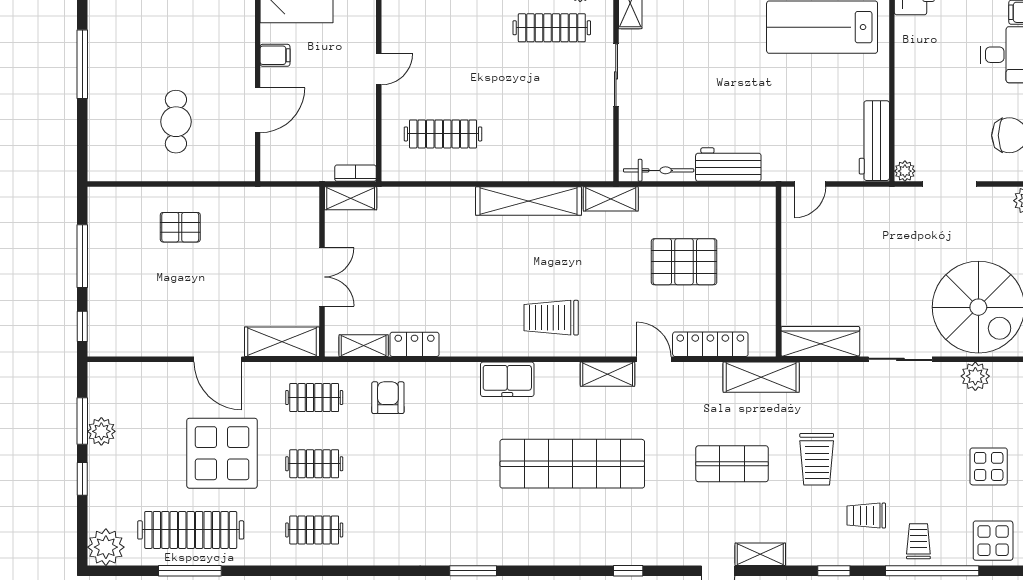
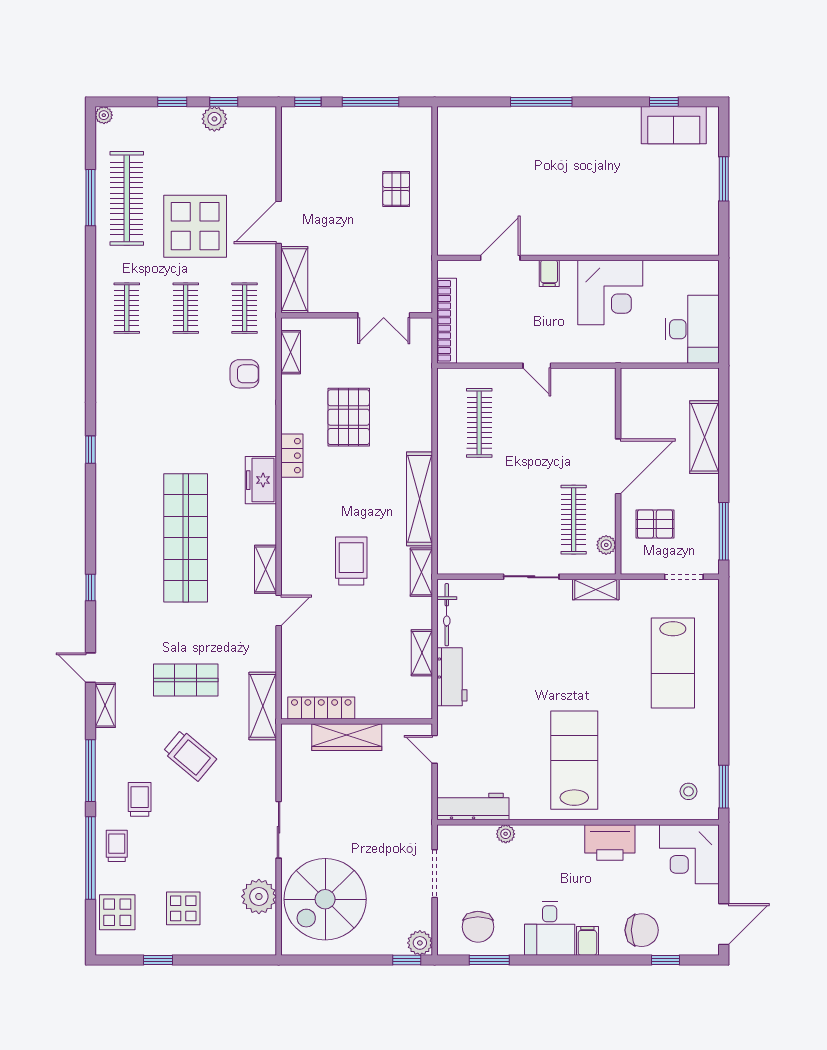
door: (258, 110) -> (500, 258), swing flipped
cafe table: (176, 122) -> (490, 185), removed
plant: (905, 171) -> (506, 834), moved
bookcase: (355, 173) -> (447, 321), width x2.31, depth x1.31
shelving: (351, 198) -> (422, 653), moved
pallet: (684, 262) -> (349, 417), moved
double door: (322, 277) -> (384, 315), moved
trolley: (551, 318) -> (351, 561), moved
wardrobe: (820, 342) -> (347, 737), moved, turned 90
locker: (415, 344) -> (292, 456), moved
locker: (710, 344) -> (321, 708), moved, turned -90
plant: (975, 376) -> (259, 896), width x1.36, depth x1.36
window: (82, 421) -> (224, 102), width x0.67
trolley: (817, 459) -> (190, 755), turned -140
shop shelf: (732, 464) -> (186, 680), turned 90
trolley: (918, 541) -> (117, 846), turned -90
plant: (106, 547) -> (104, 115), width x0.53, depth x0.53
window: (473, 571) -> (90, 450), width x0.67
window: (834, 571) -> (90, 771), width x2.17

